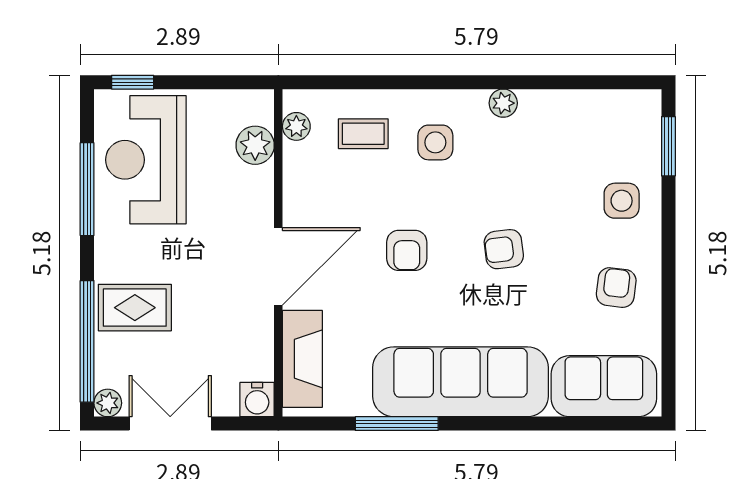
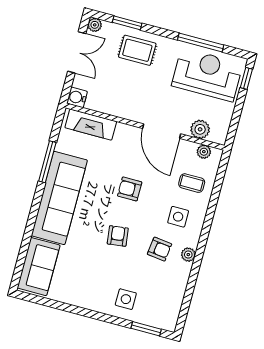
coffee table: (363, 134) -> (192, 183), turned 90
door: (278, 266) -> (162, 131), moved
armchair: (616, 288) -> (159, 249), moved
rug: (135, 308) -> (137, 50), turned 90
window: (87, 341) -> (127, 23), width x0.47

